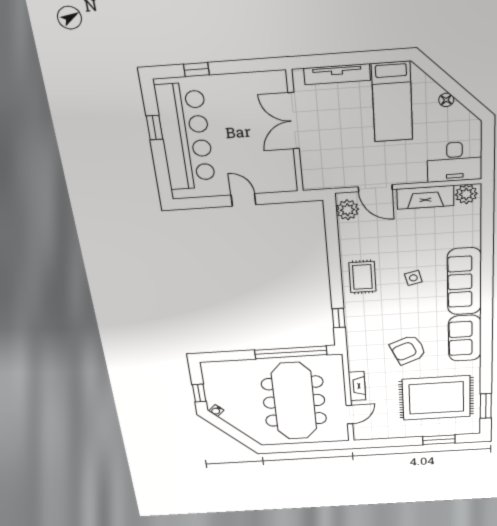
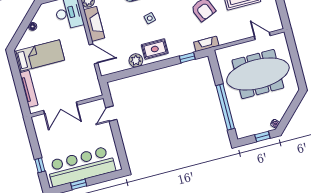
door: (375, 188) -> (94, 54), hinge flipped
door: (244, 200) -> (111, 114), moved
plant: (347, 210) -> (136, 60), moved
window: (291, 352) -> (225, 107), moved
fireplace: (357, 386) -> (206, 44), moved

